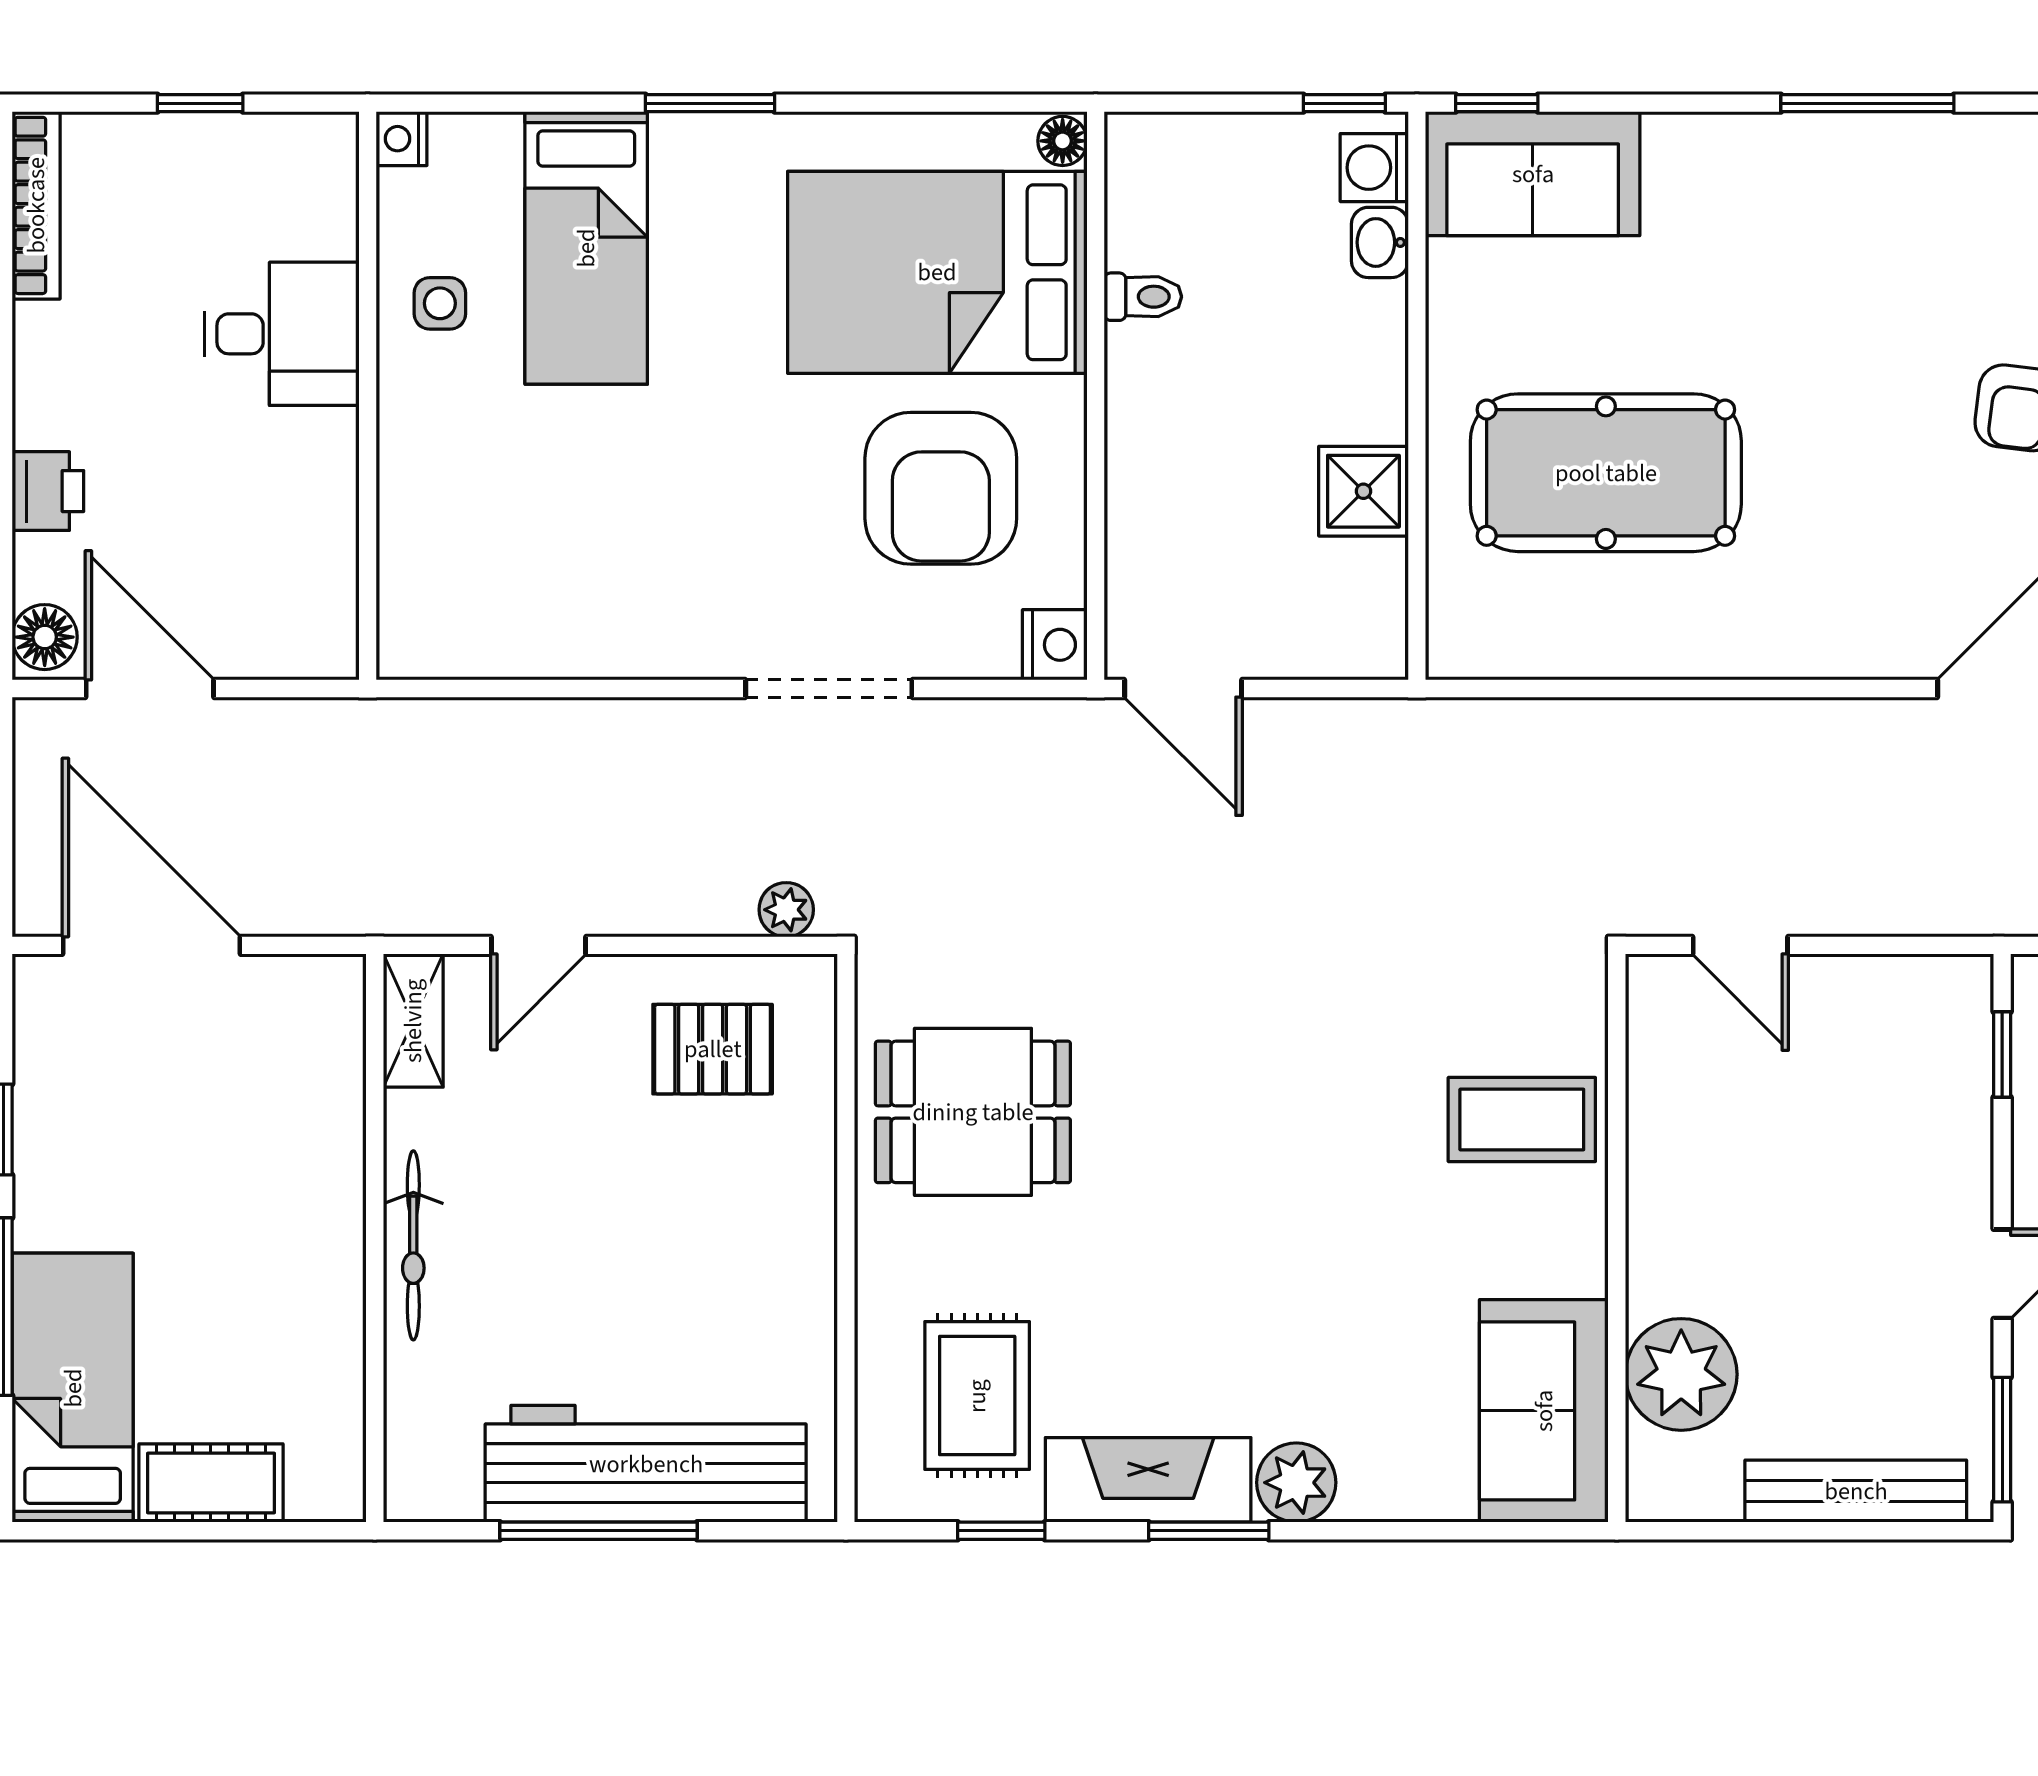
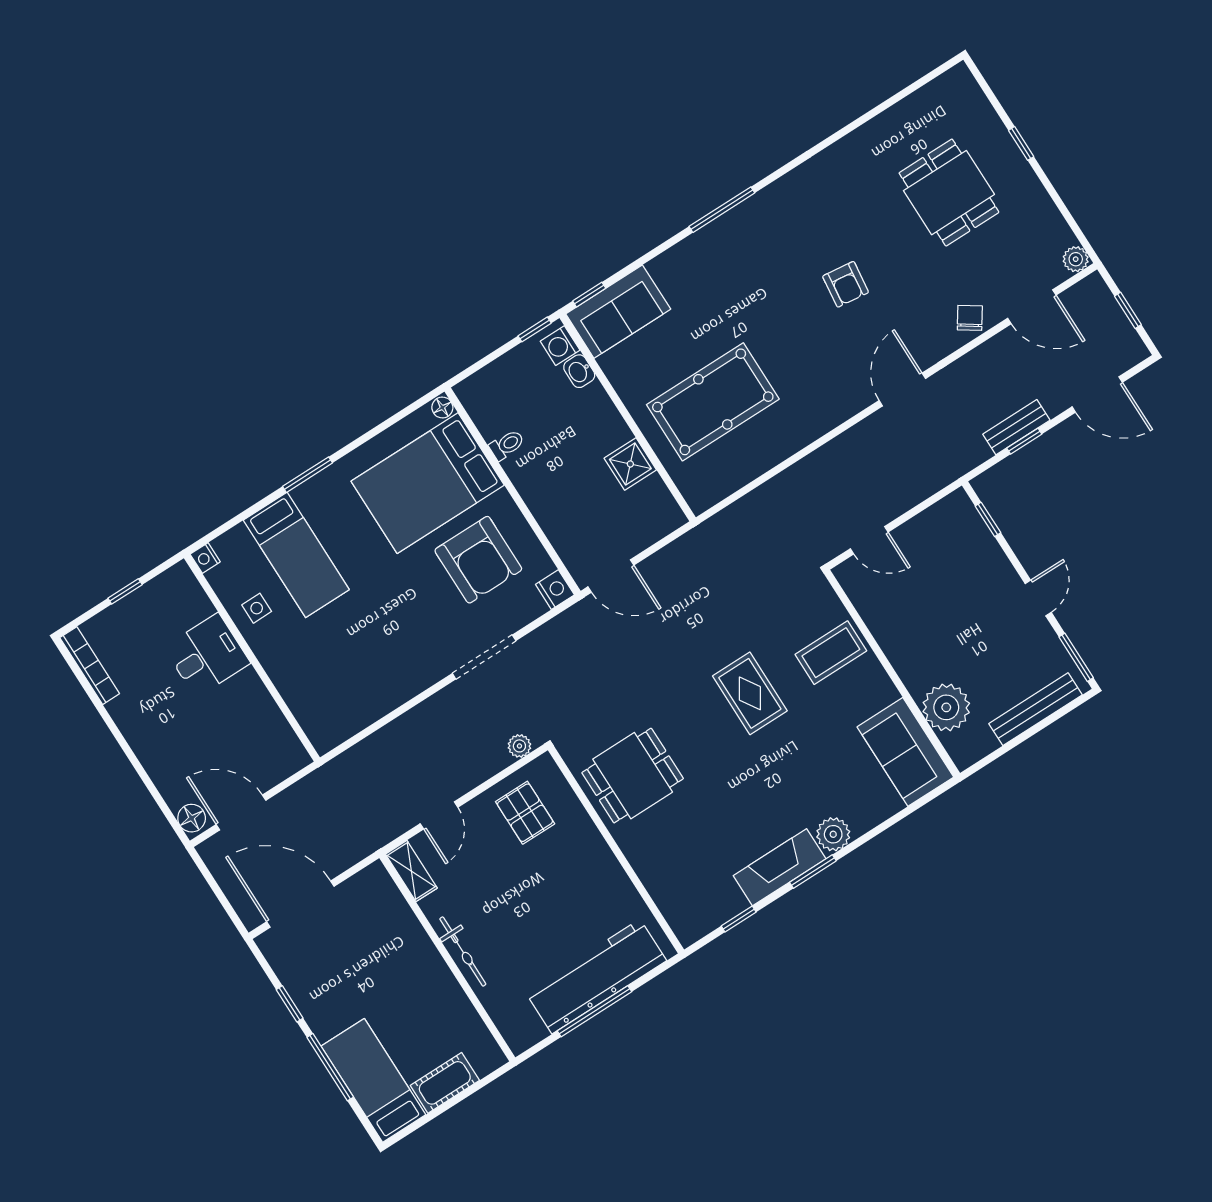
printer: (48, 491) -> (159, 765), removed
pallet: (713, 1049) -> (525, 813), turned 90
rug: (977, 1396) -> (750, 693), moved

